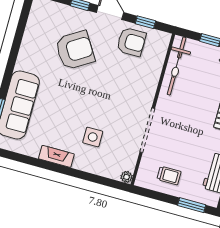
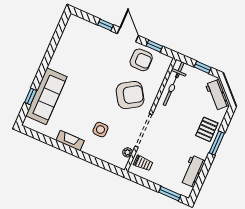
armchair: (75, 50) -> (130, 95), moved
trolley: (169, 175) -> (143, 163), moved
plant: (127, 177) -> (128, 152), moved

